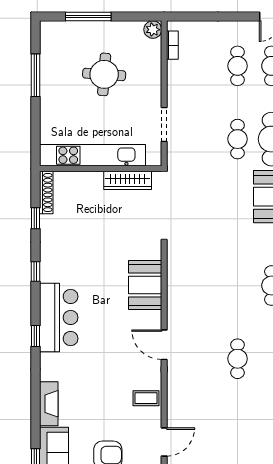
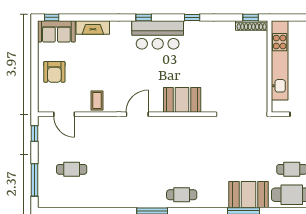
wardrobe: (128, 180) -> (261, 87), removed
window: (35, 218) -> (251, 17), moved
cafe table: (238, 359) -> (72, 169), moved

